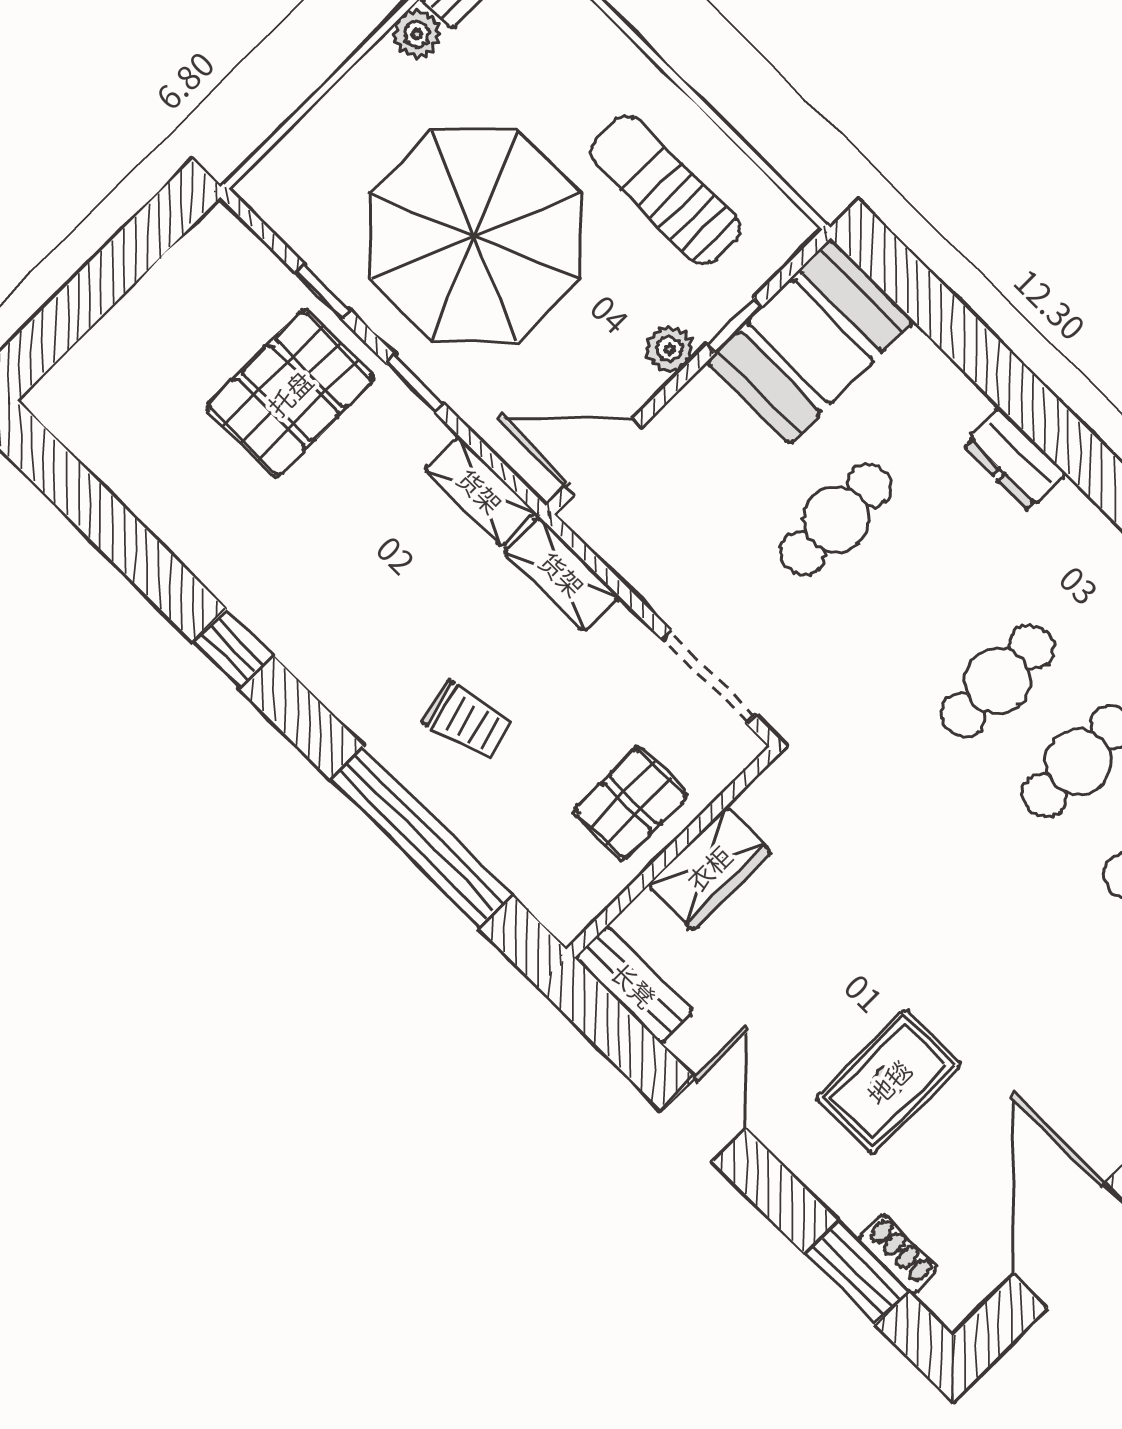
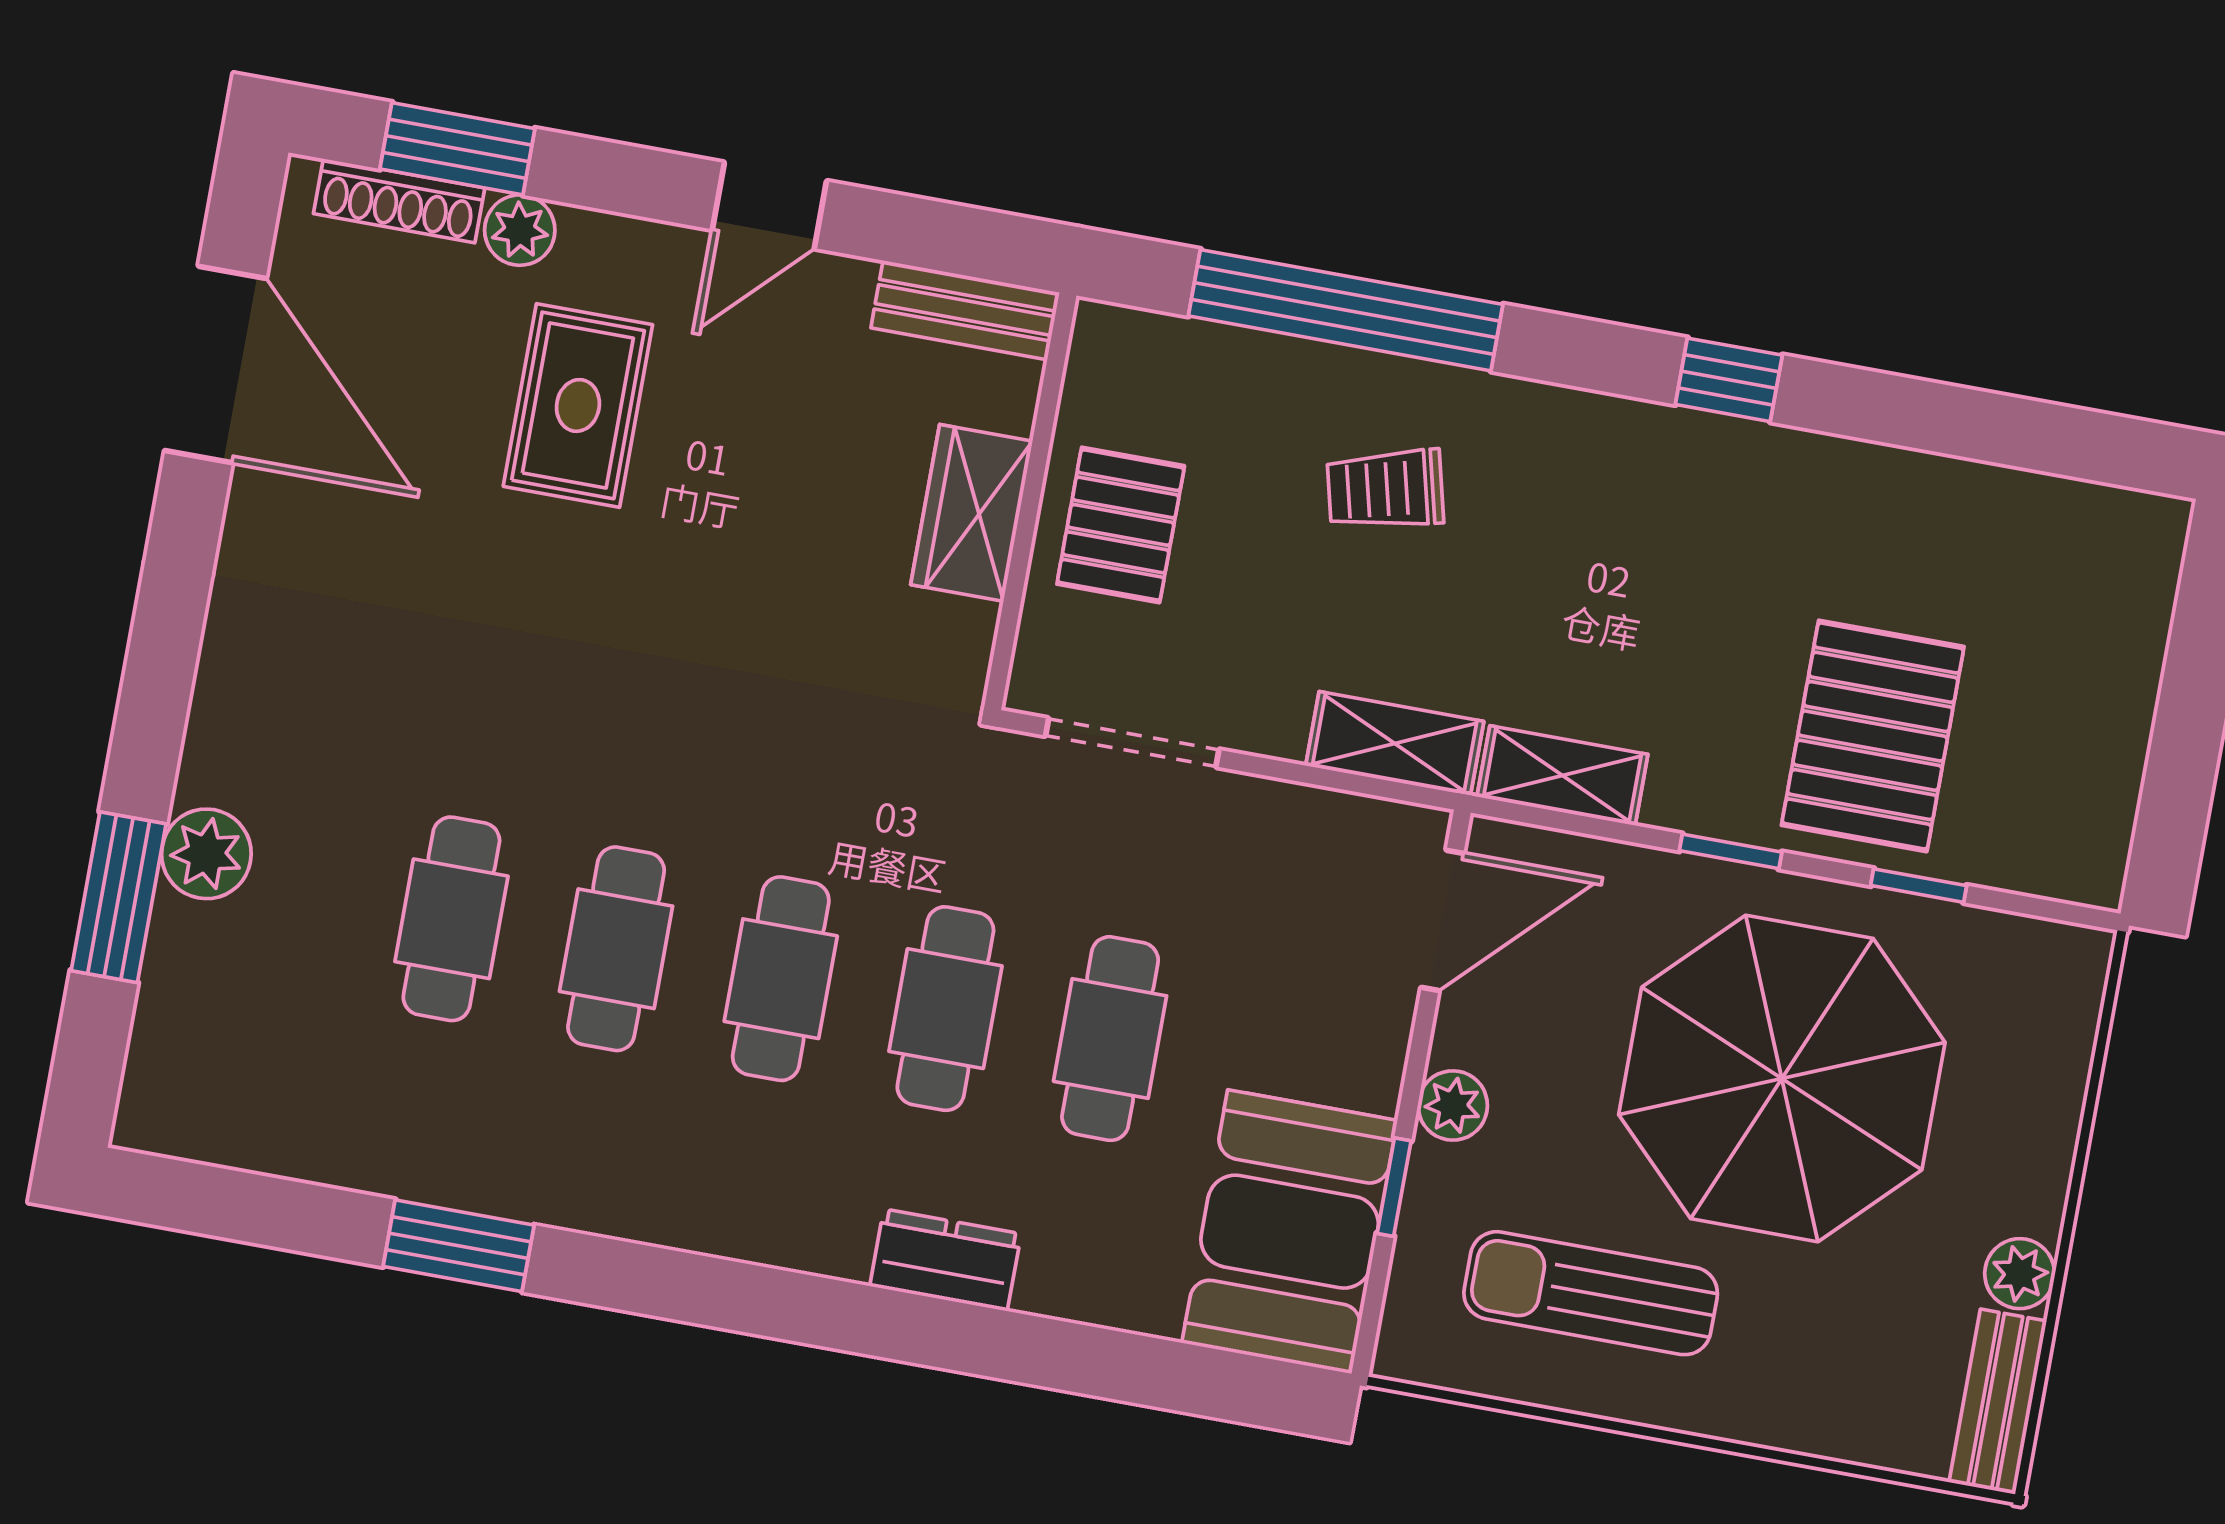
sun lounger: (665, 190) -> (1591, 1293), turned 180
cafe table: (917, 600) -> (945, 1009), added
door: (703, 1119) -> (769, 205), hinge flipped
plant: (853, 1203) -> (520, 230), added
shoe rack: (898, 1254) -> (399, 201), width x1.43

